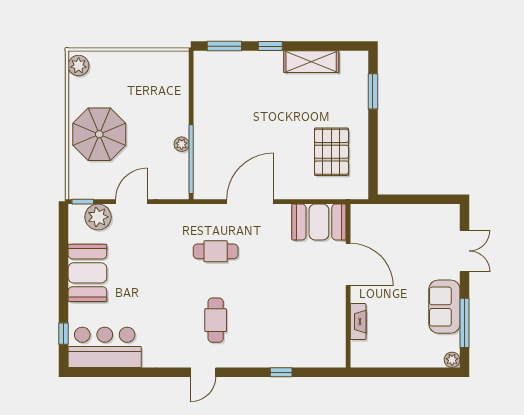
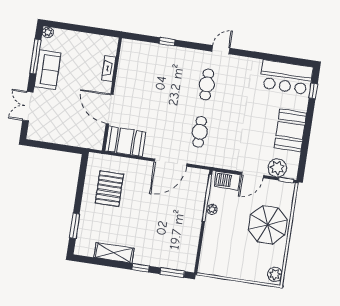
barbecue: (166, 188) -> (227, 181), added
cafe table: (216, 251) -> (200, 132), turned 90

